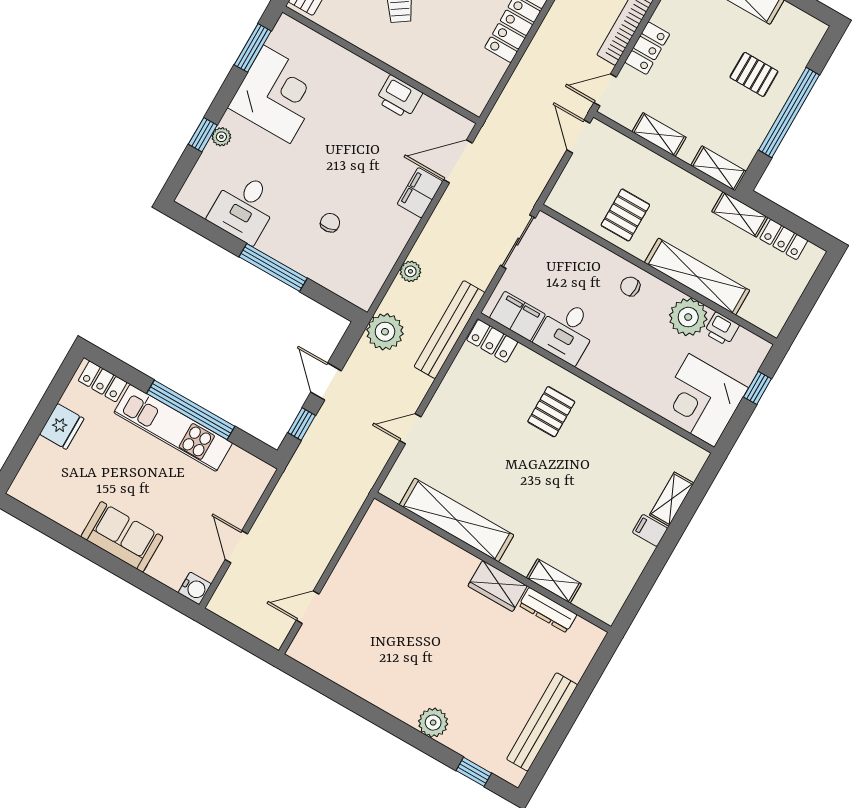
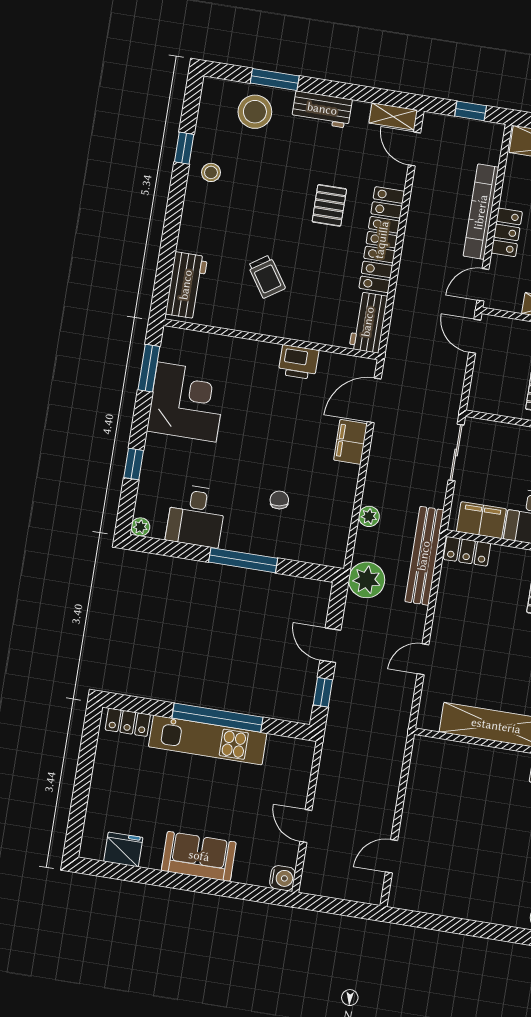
workbench: (481, 84) -> (368, 322), added
plant: (221, 137) -> (140, 527), moved
fridge: (62, 426) -> (123, 849), moved, turned -90

